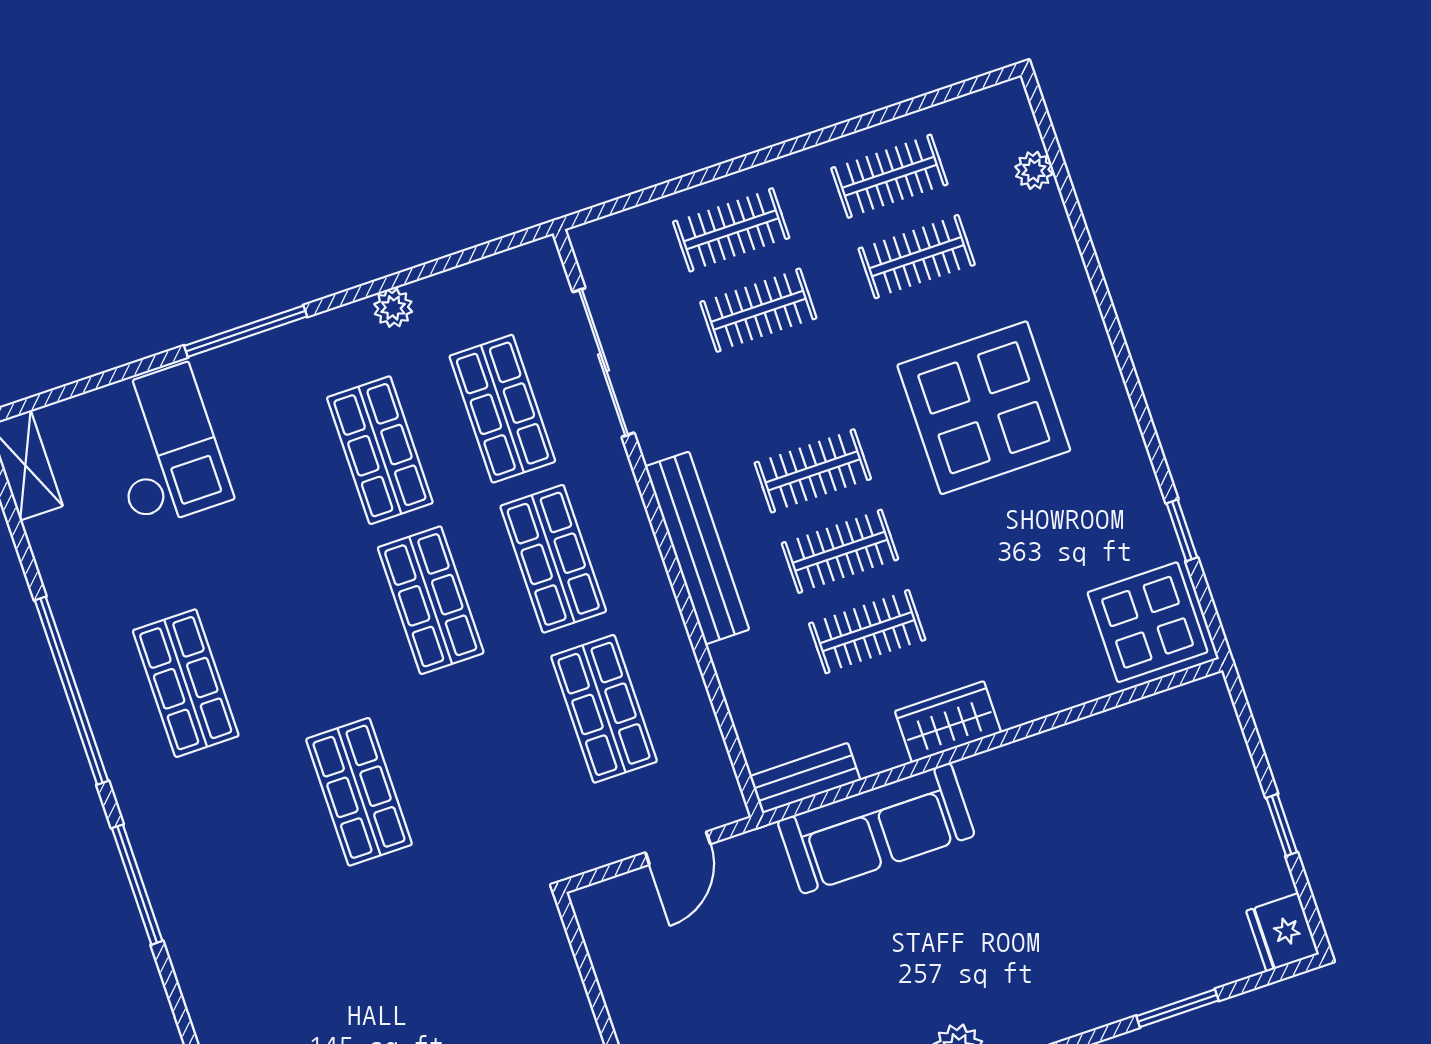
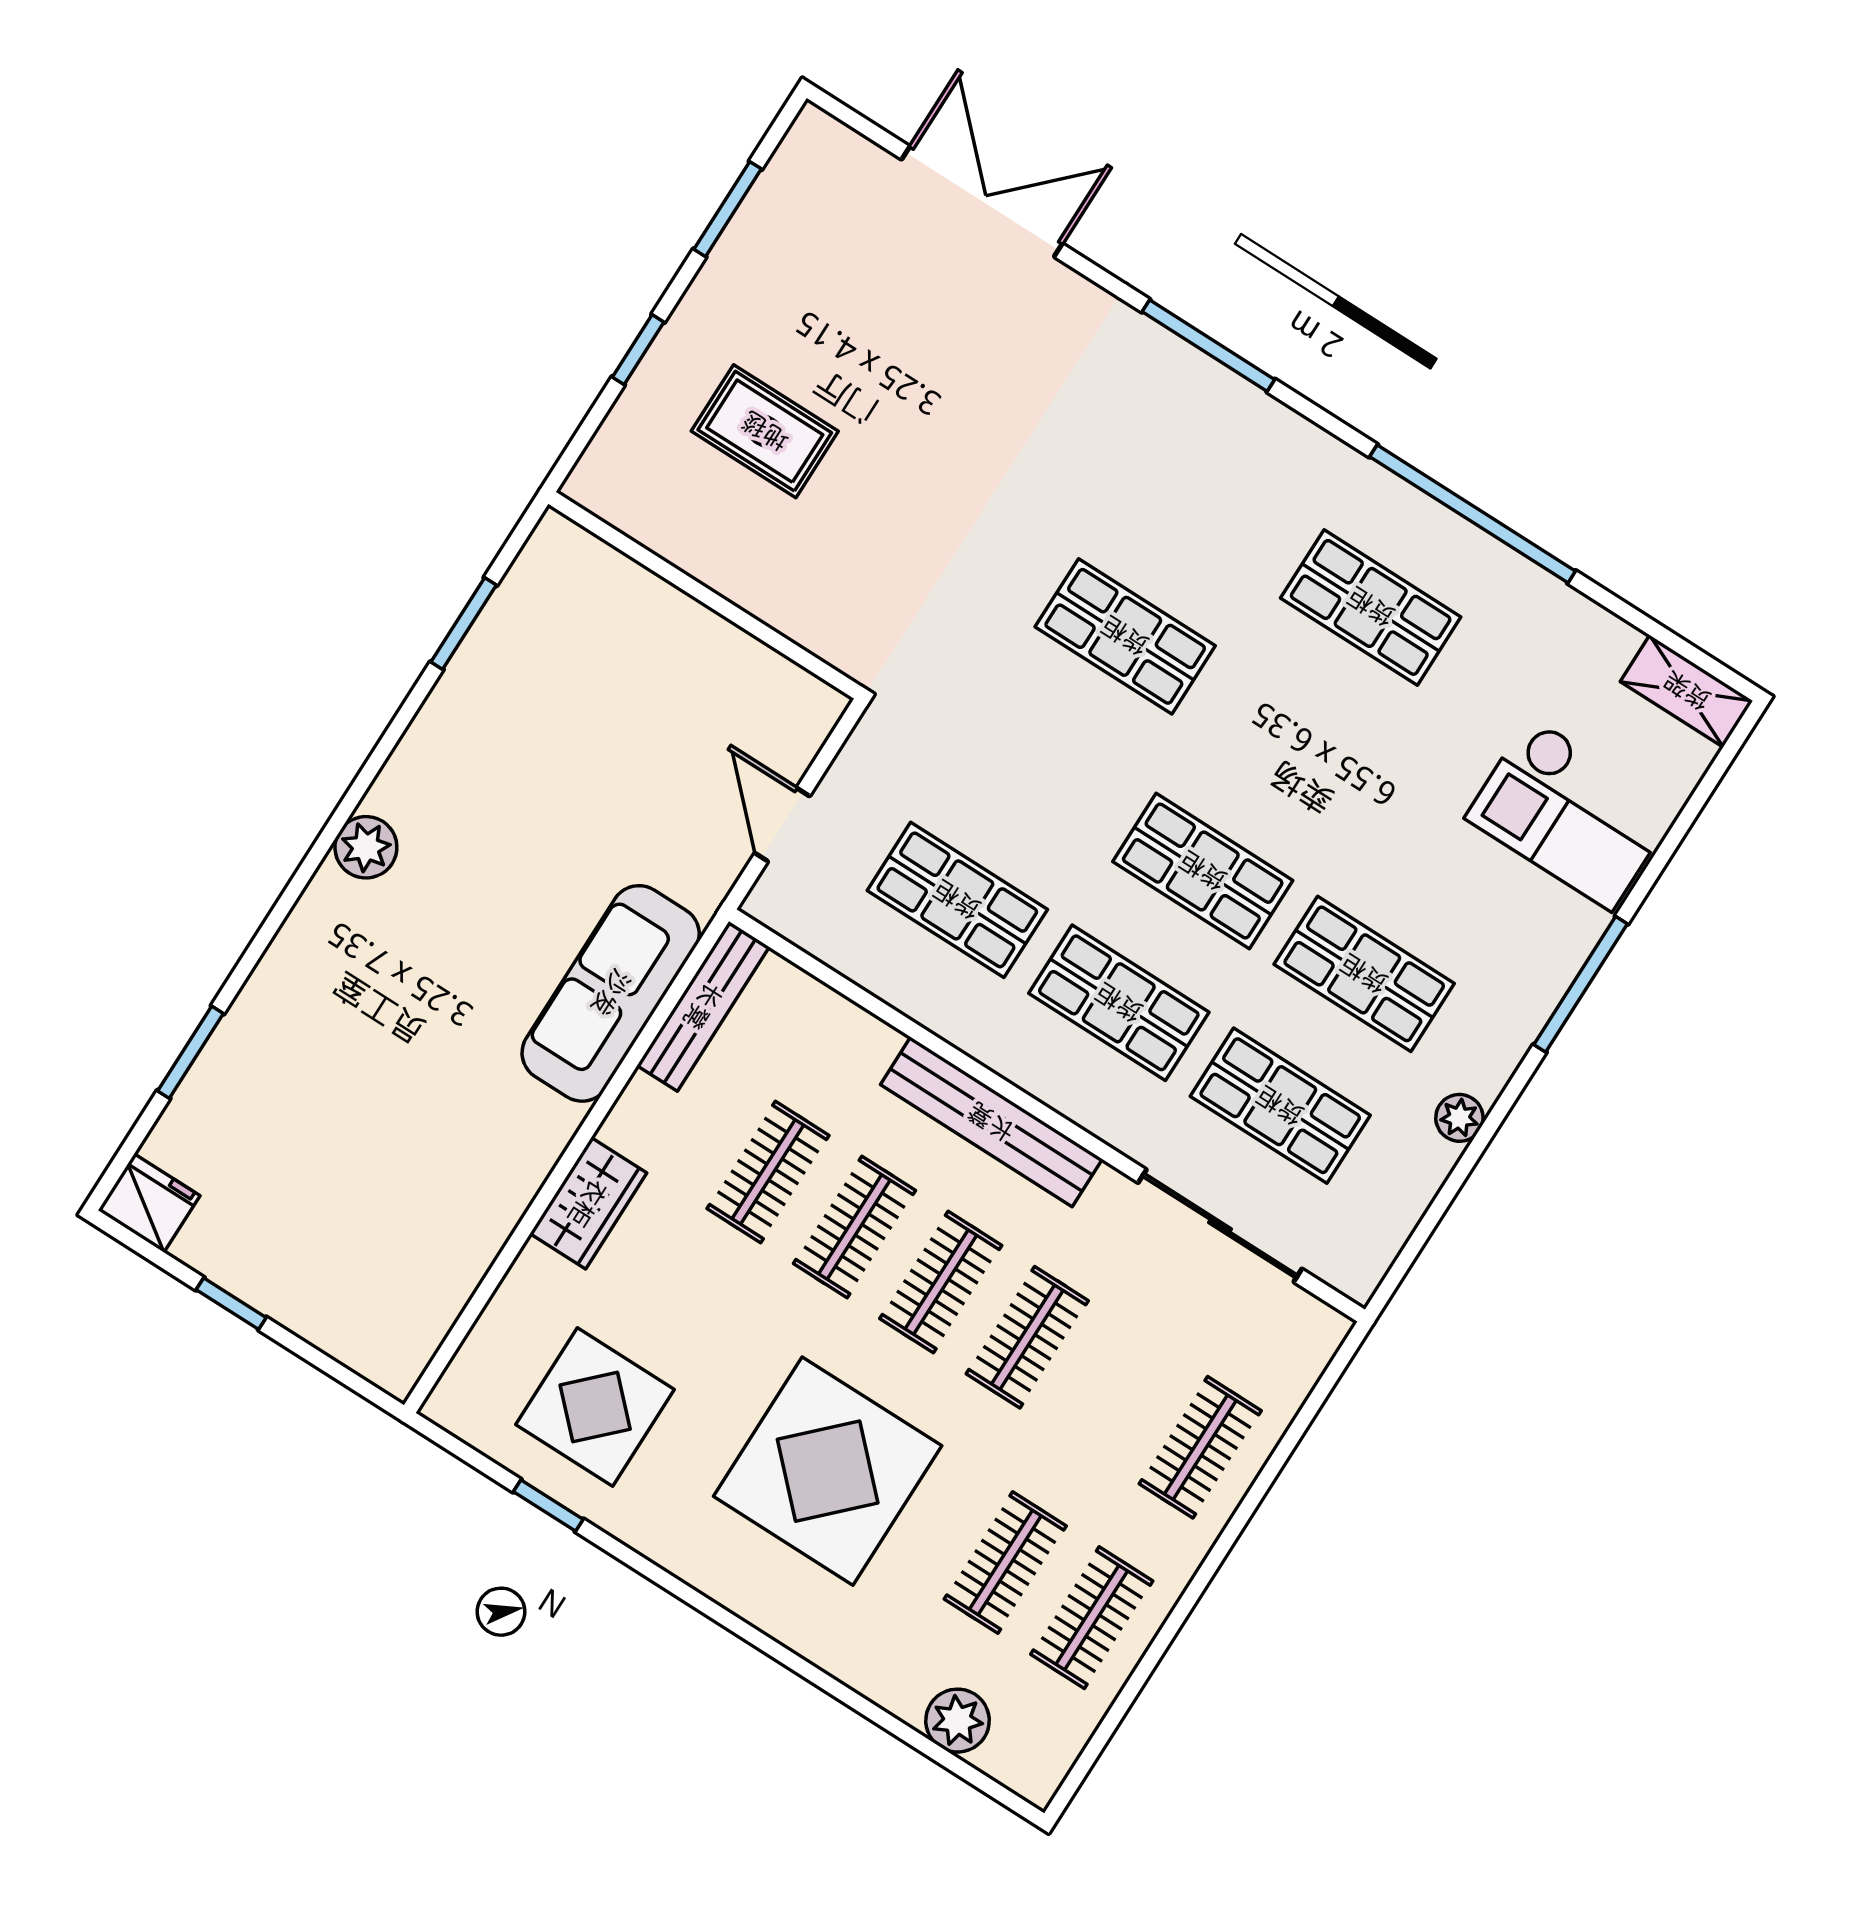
plant: (1034, 170) -> (958, 1721), width x1.38, depth x1.38
clothes rail: (758, 310) -> (1027, 1337), moved
display table: (1148, 622) -> (595, 1407), moved
wardrobe: (948, 722) -> (588, 1203), moved
bench: (805, 778) -> (703, 1006), width x1.36
window: (137, 885) -> (1208, 346), moved

